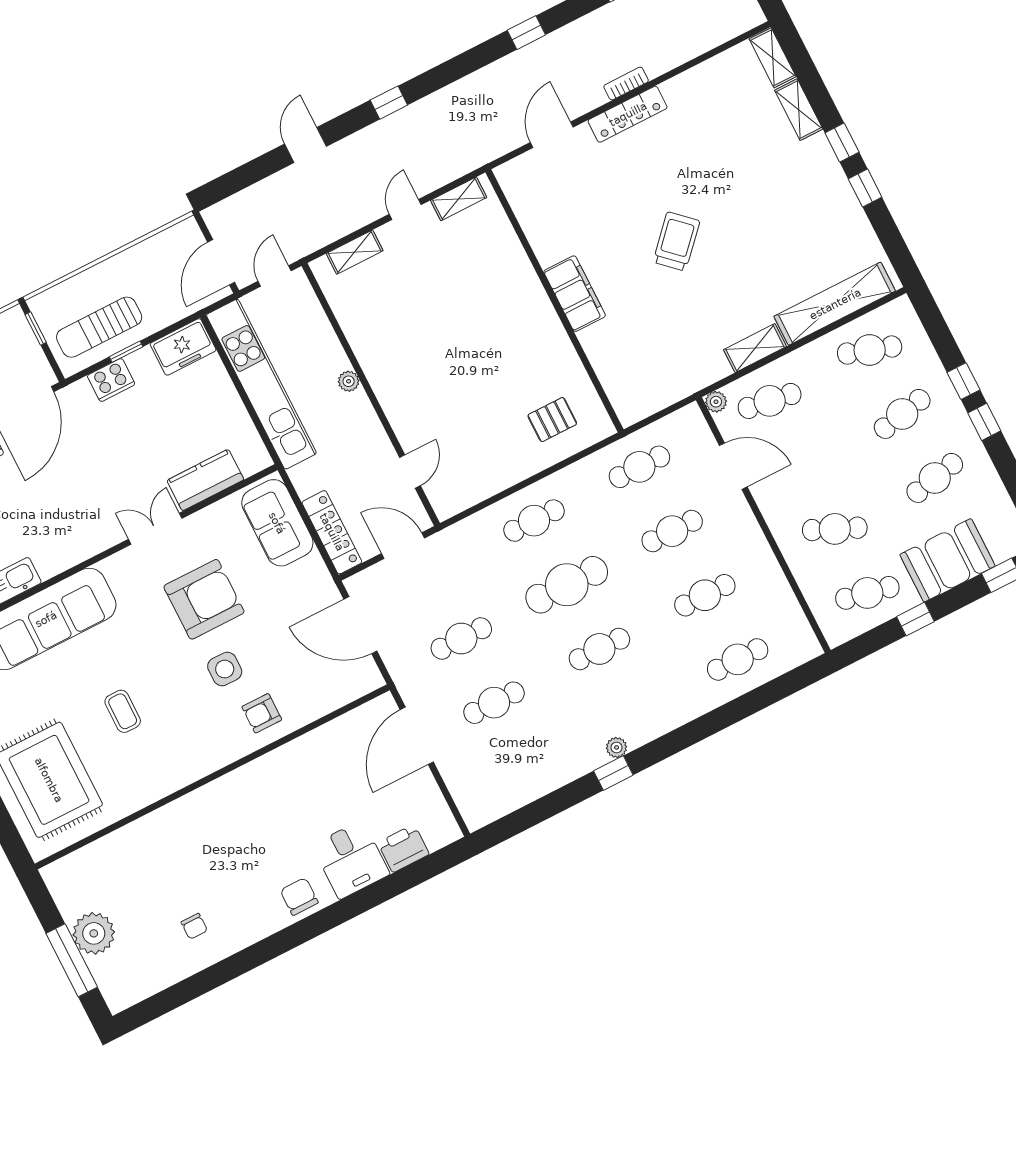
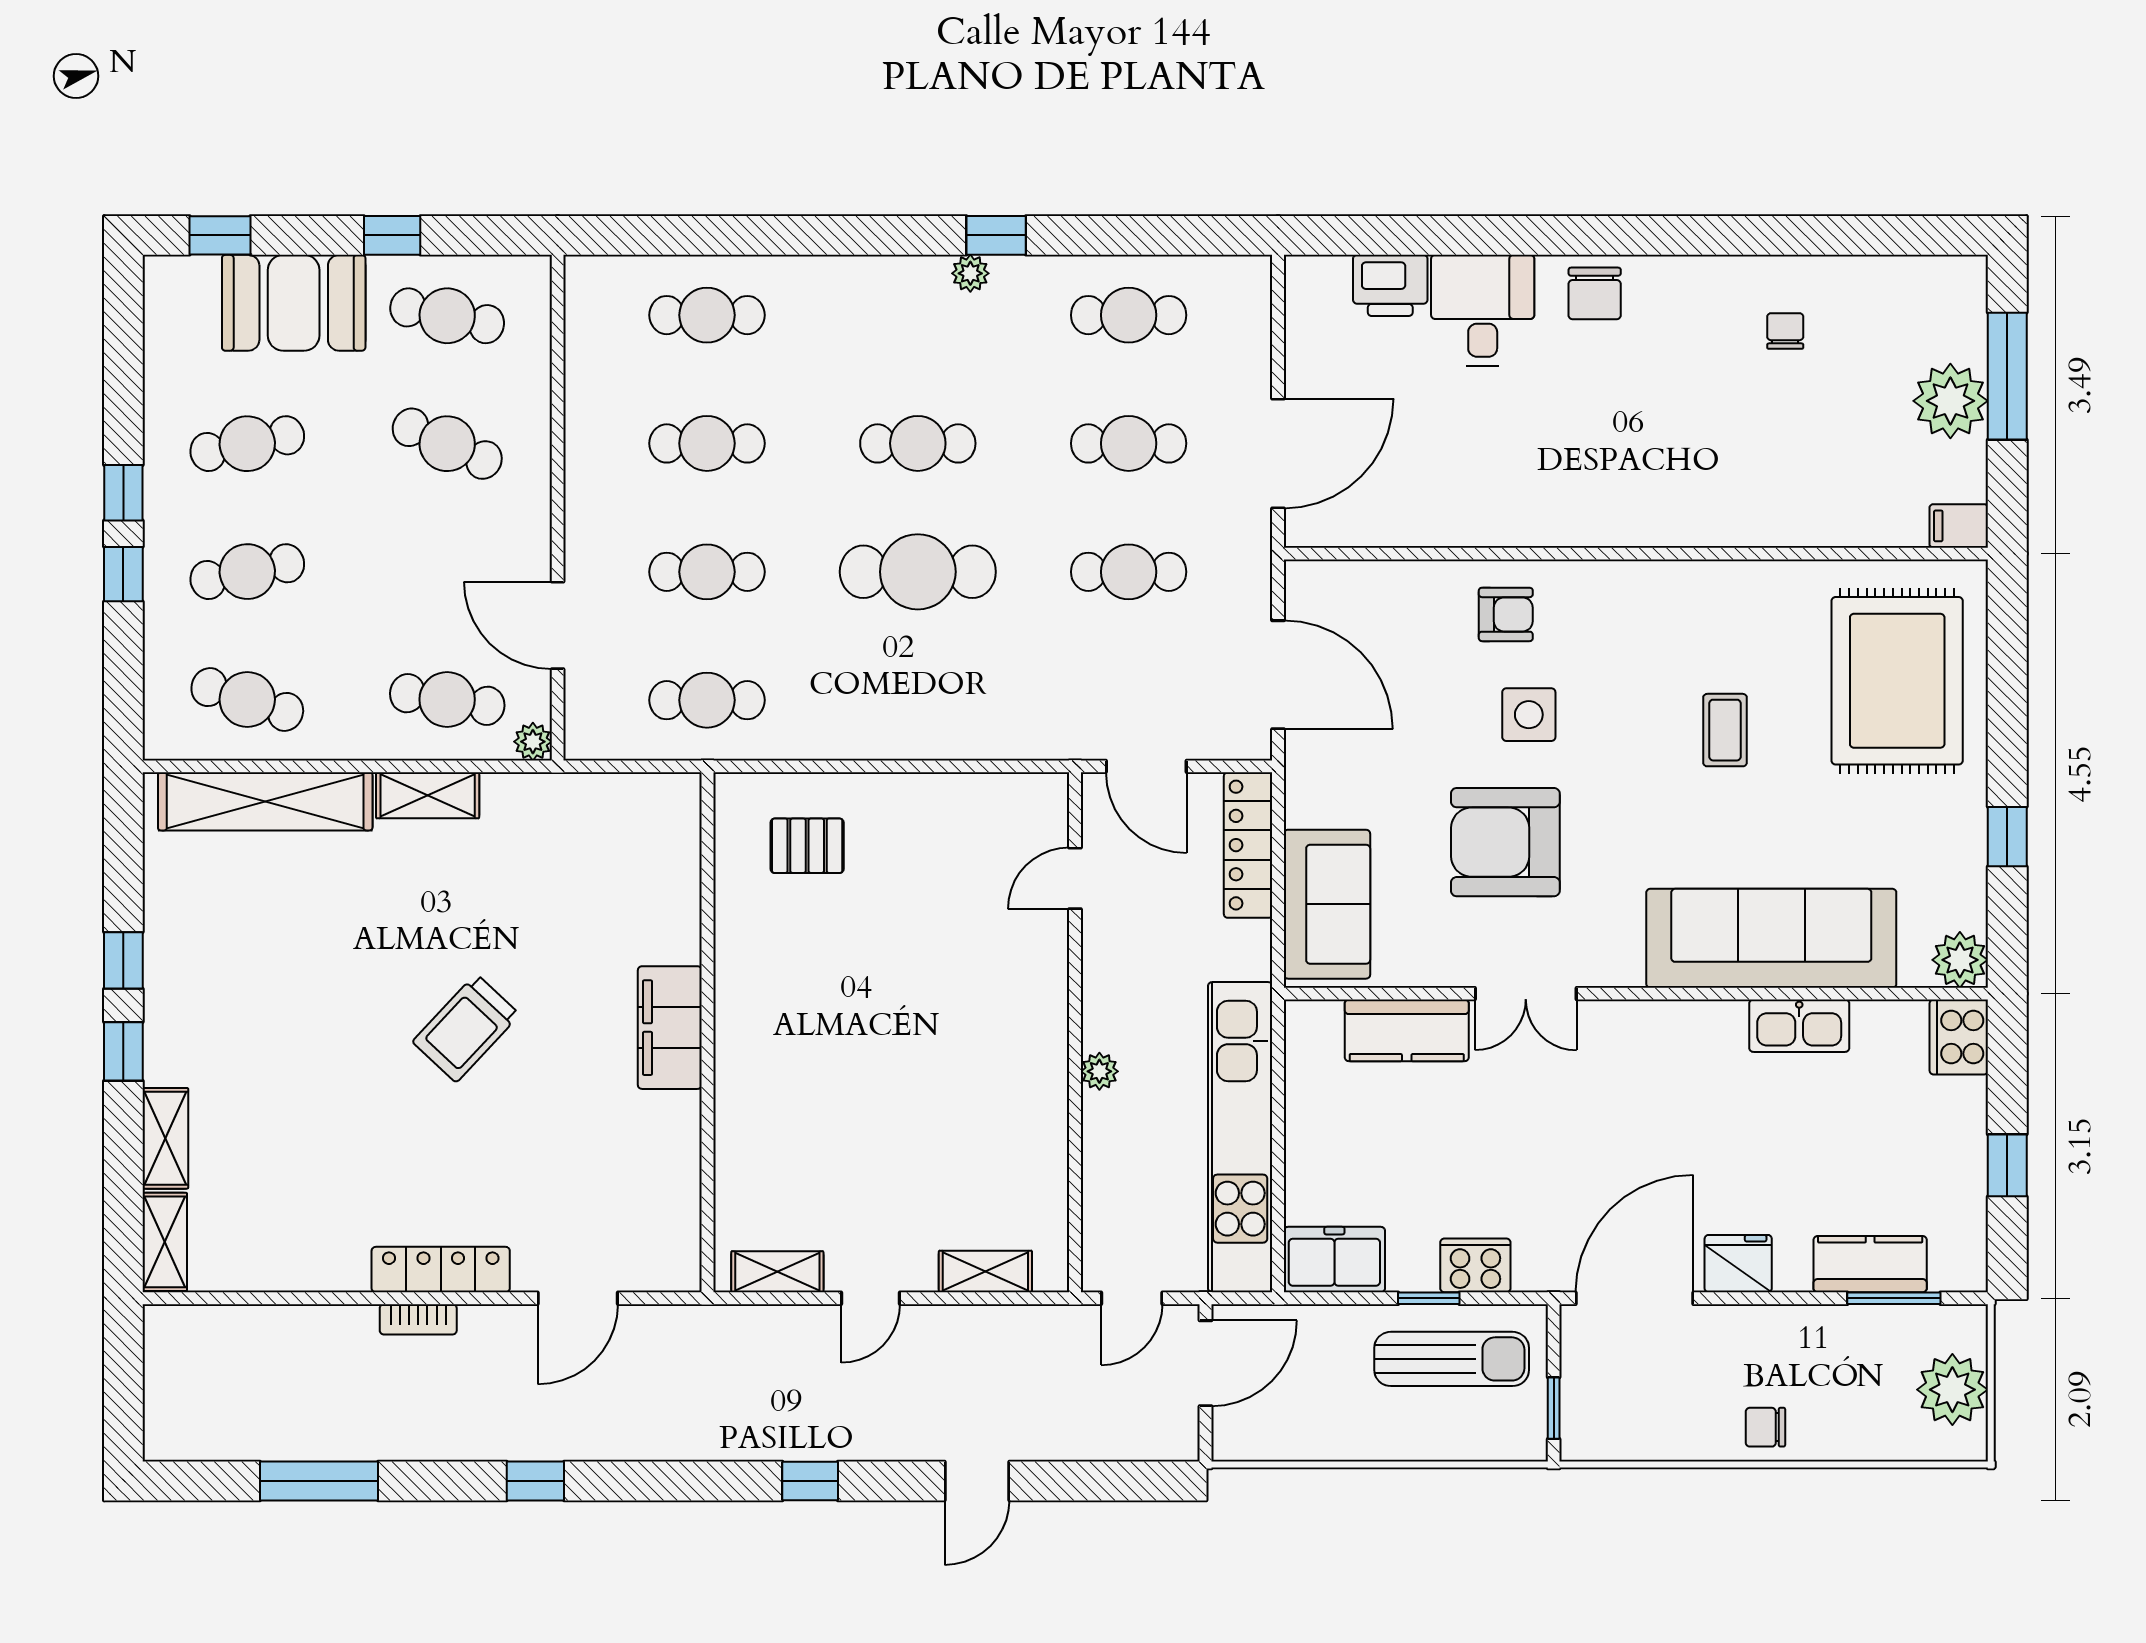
cafe table: (534, 521) -> (1129, 315), moved
filing cabinet: (58, 873) -> (1959, 526), added

